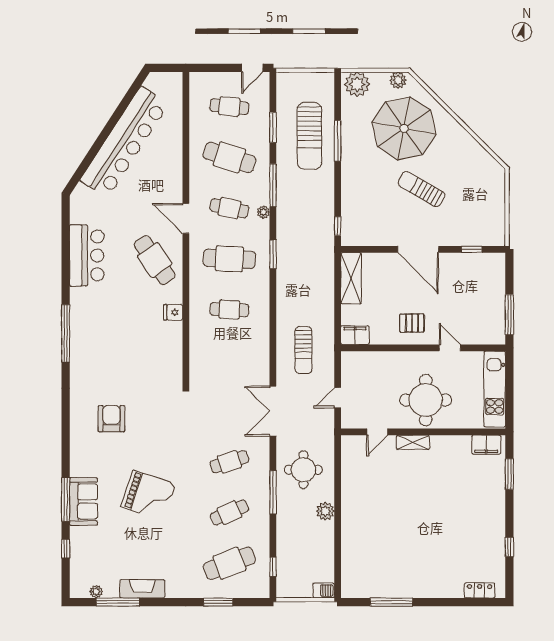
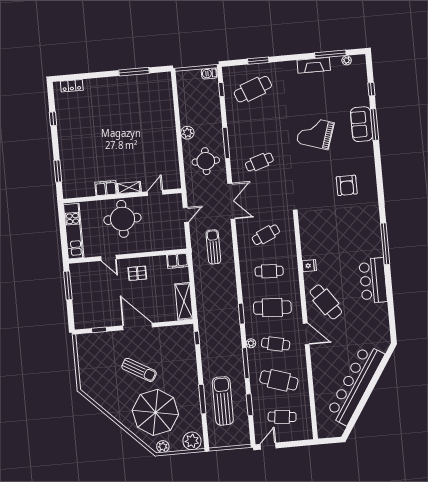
bar counter: (87, 255) -> (373, 281), moved
filing cabinet: (486, 445) -> (106, 188), moved
cafe table: (229, 513) -> (266, 235), moved
barbecue: (324, 590) -> (209, 73), moved

